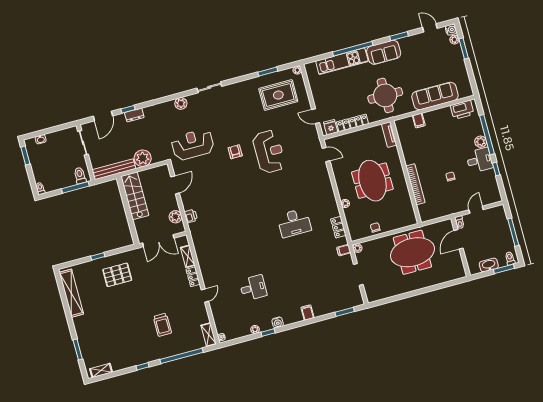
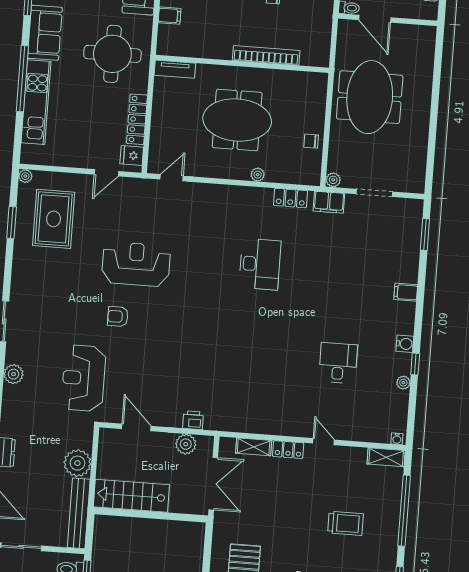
filing cabinet: (344, 250) -> (329, 202), width x2.00

